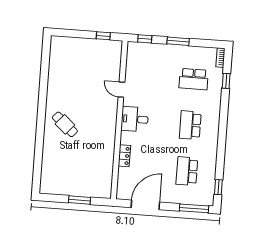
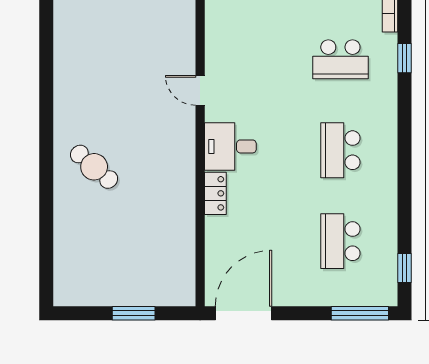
locker: (124, 156) -> (215, 193), moved
door: (145, 205) -> (244, 313), moved

